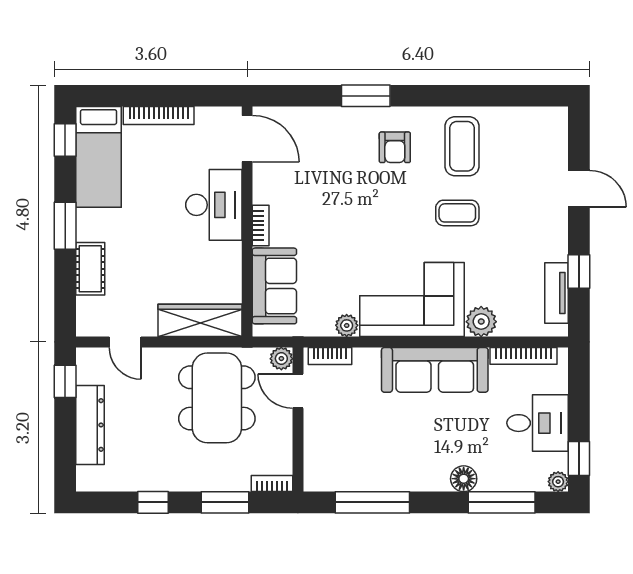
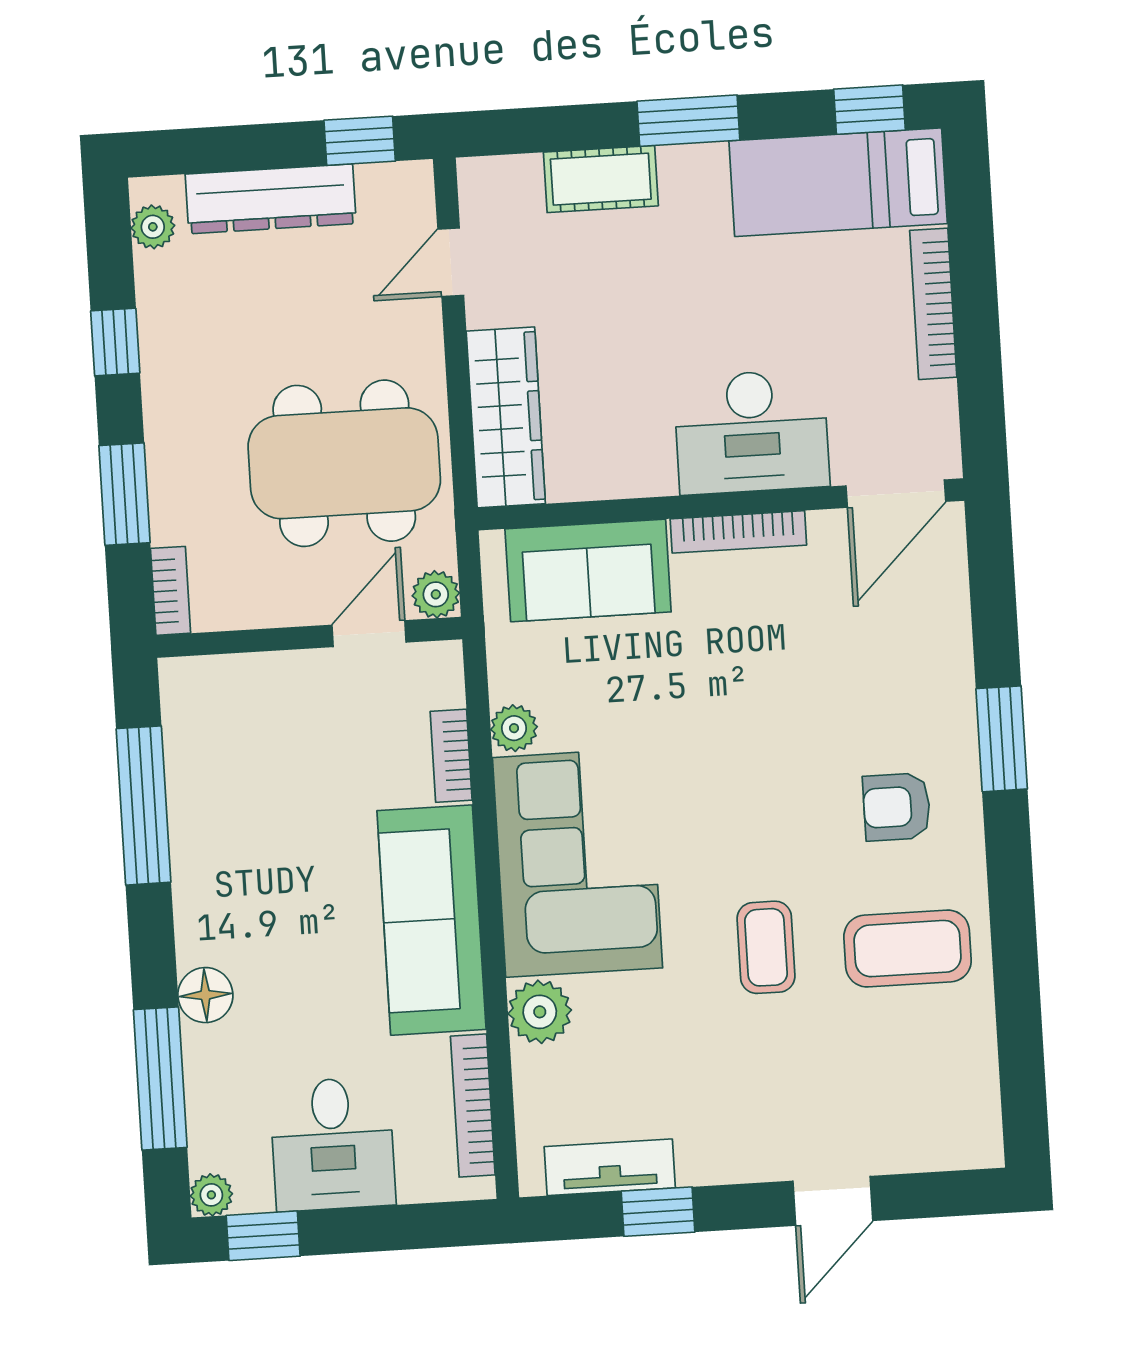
bookcase: (261, 225) -> (738, 532), width x1.56
bookcase: (330, 356) -> (451, 756), moved
plant: (100, 481) -> (153, 227), added

